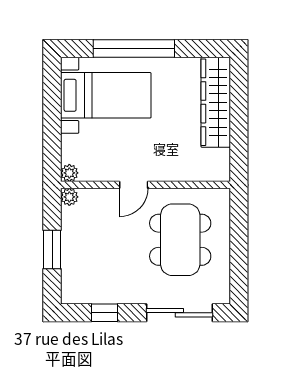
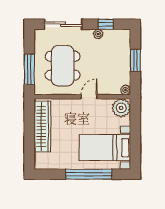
wardrobe: (216, 102) -> (43, 126), moved
plant: (69, 173) -> (121, 108), width x1.88, depth x1.88
window: (239, 233) -> (29, 69), added
plant: (118, 295) -> (98, 34), added

